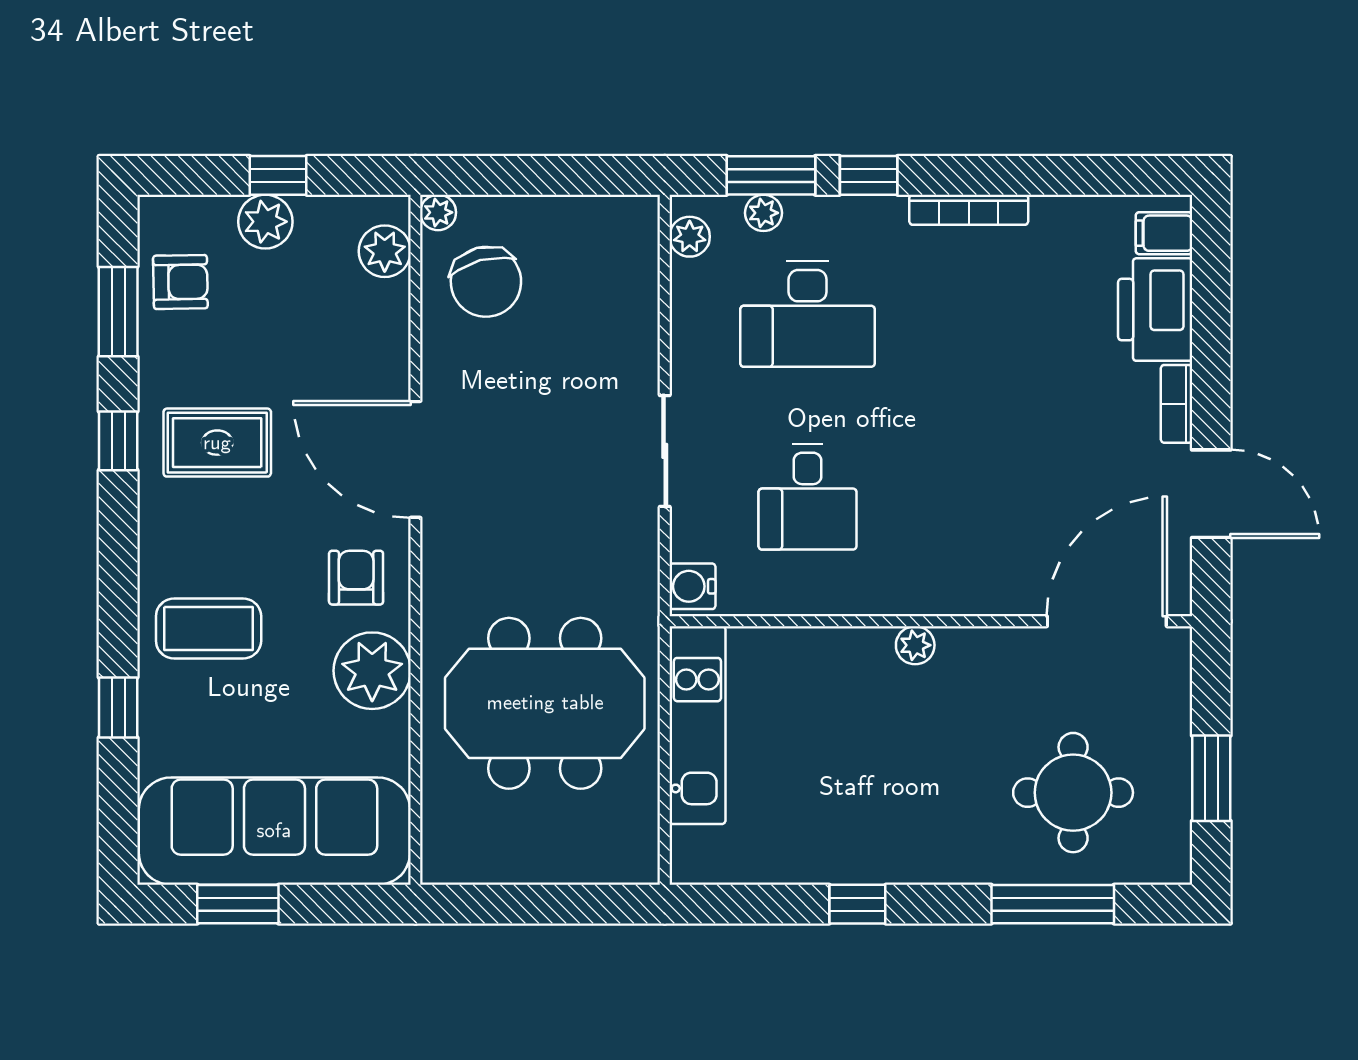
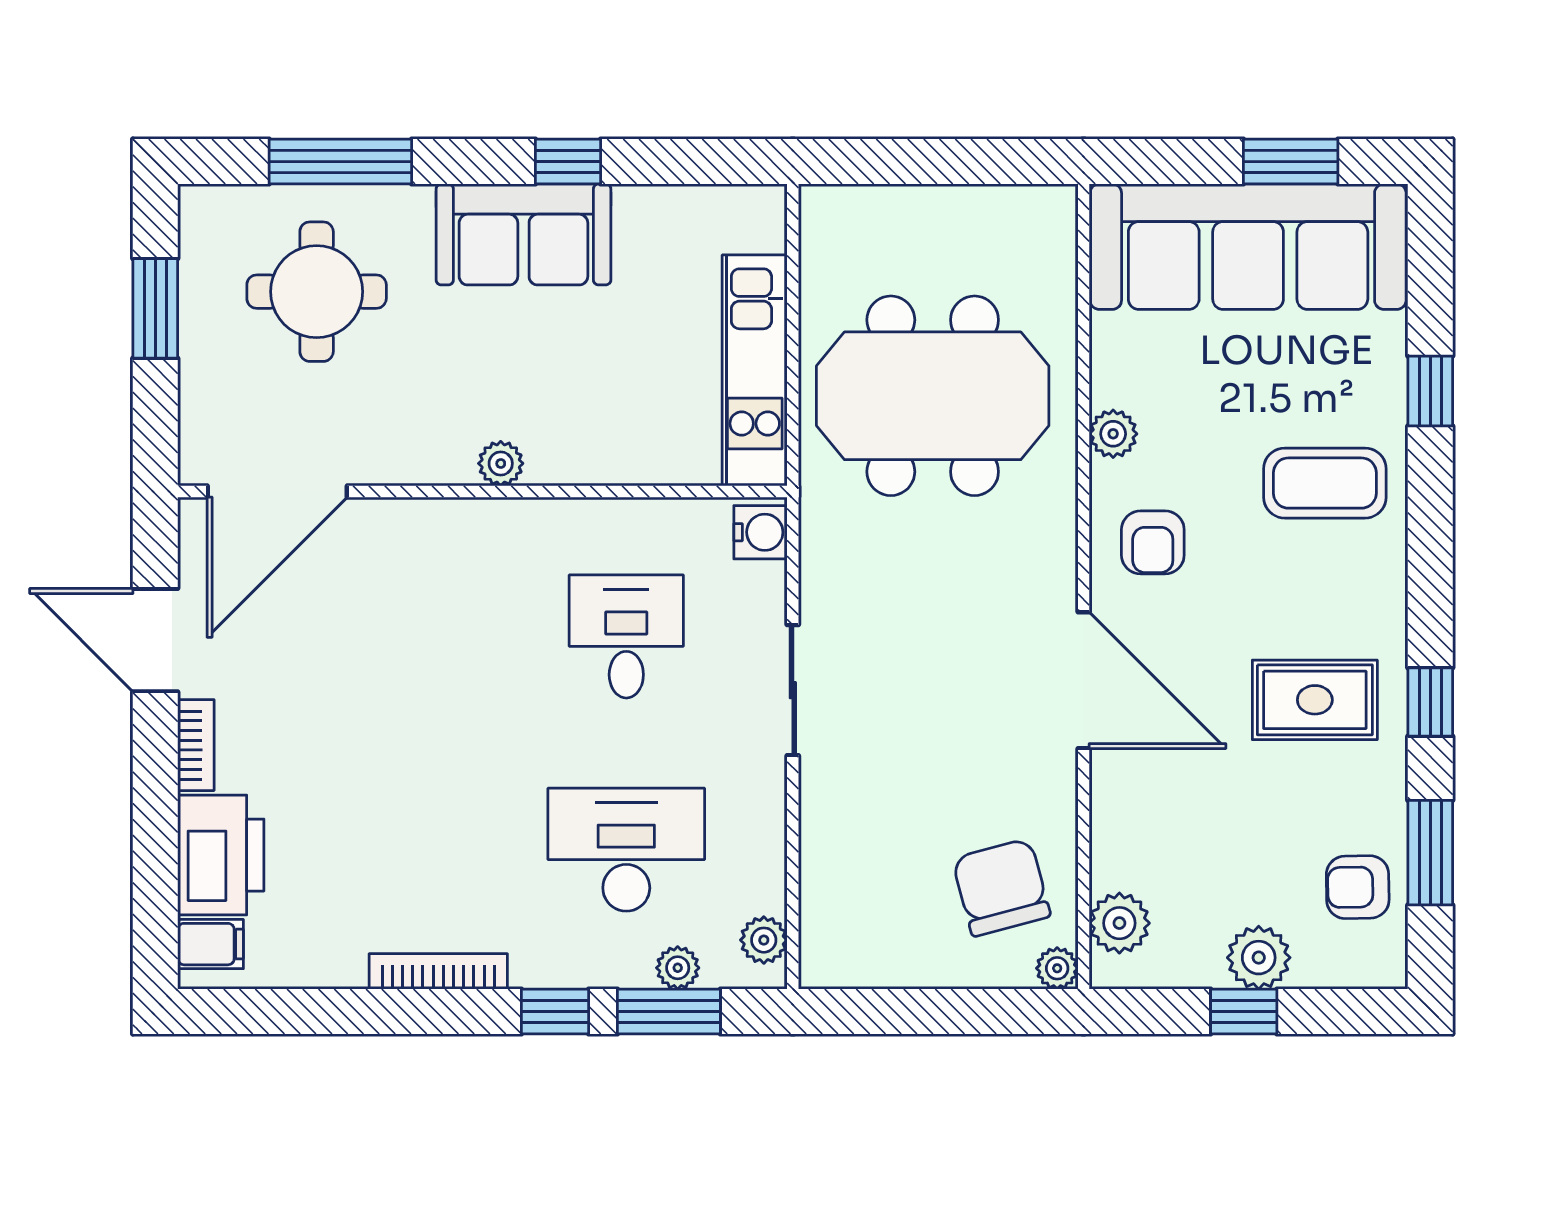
plant: (372, 671) -> (1113, 434), width x0.53, depth x0.53
sofa: (896, 842) -> (523, 234), added

